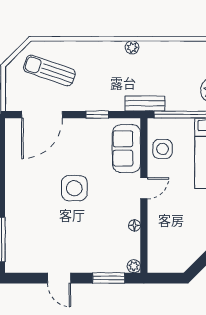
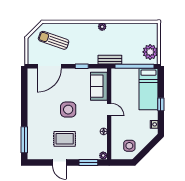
side table: (163, 149) -> (129, 146), moved
door: (144, 188) -> (109, 110), hinge flipped
rug: (68, 238) -> (65, 139), added

